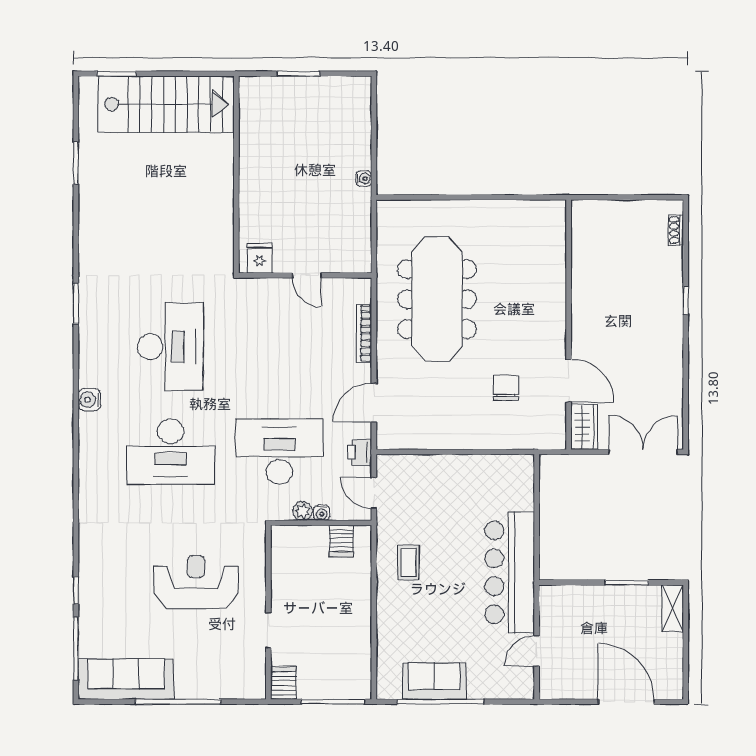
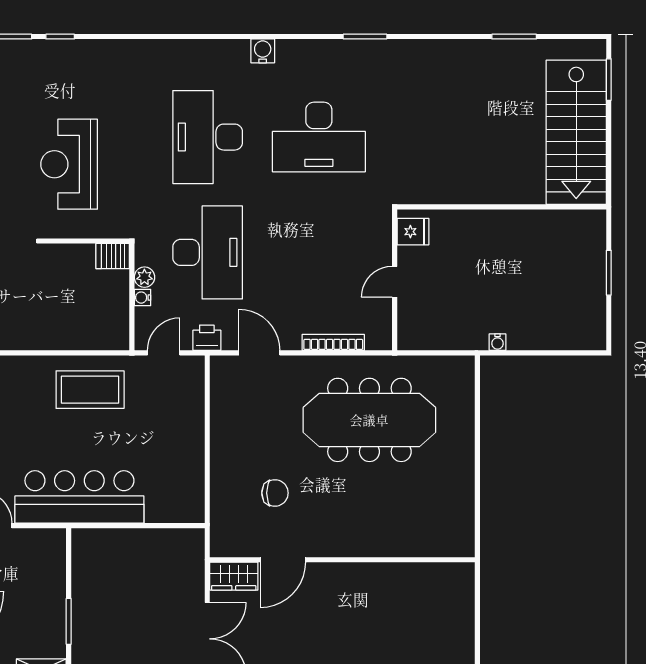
server rack: (341, 541) -> (113, 256), moved
coffee table: (408, 562) -> (90, 390), width x1.86, depth x1.72
reception desk: (196, 582) -> (69, 164), turned 180

